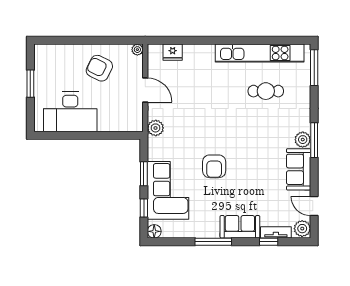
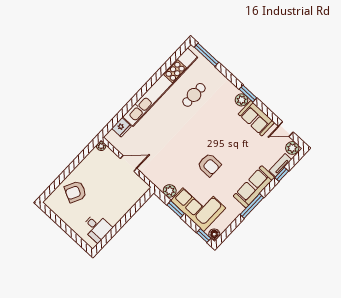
kitchen unit: (260, 53) -> (160, 87), width x1.36
armchair: (99, 68) -> (75, 192), moved
window: (30, 84) -> (63, 226), removed
desk: (70, 112) -> (97, 228), width x0.53, depth x0.77
plant: (156, 128) -> (170, 191), moved
window: (314, 140) -> (248, 94), width x0.69
window: (144, 208) -> (204, 235), moved
sofa: (240, 227) -> (254, 187), width x1.36

